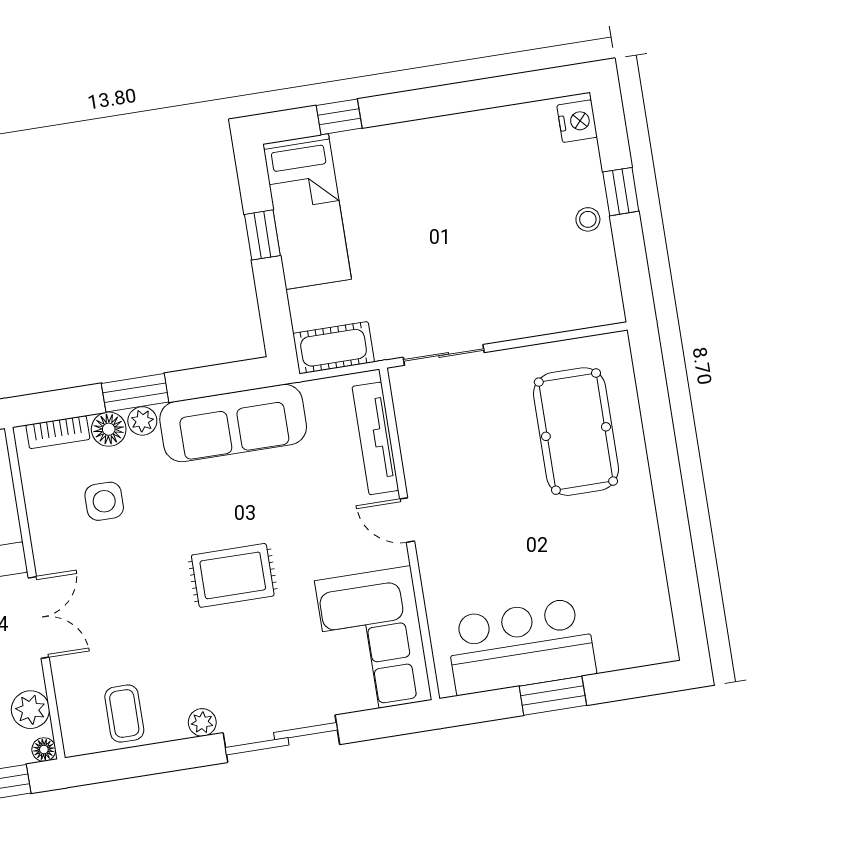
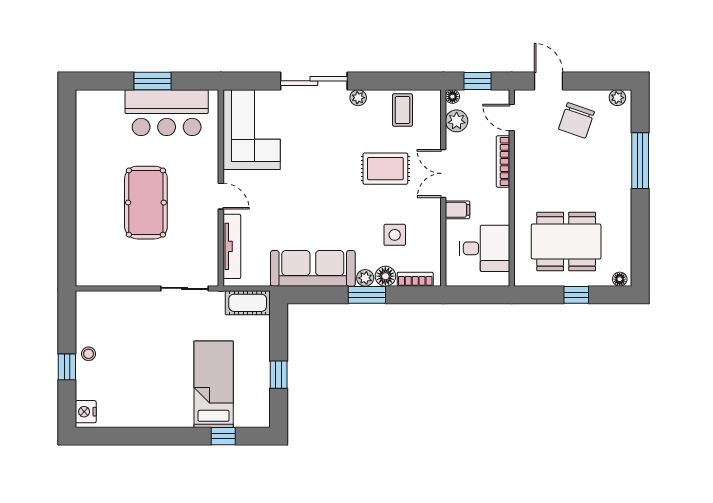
bed: (307, 211) -> (214, 384), moved
pool table: (576, 432) -> (146, 203), moved
rug: (233, 575) -> (385, 169), moved

